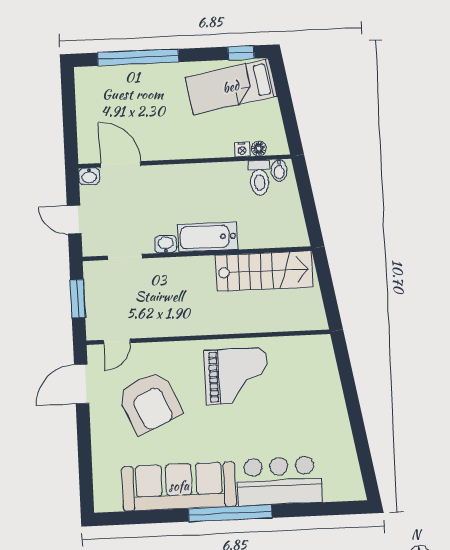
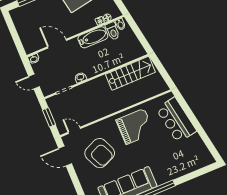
door: (121, 164) -> (57, 44), moved
bathtub: (208, 237) -> (93, 37), moved, turned 180
door: (117, 341) -> (74, 130), swing flipped
door: (82, 384) -> (65, 156), hinge flipped
bar counter: (279, 481) -> (176, 120), moved, turned -100

